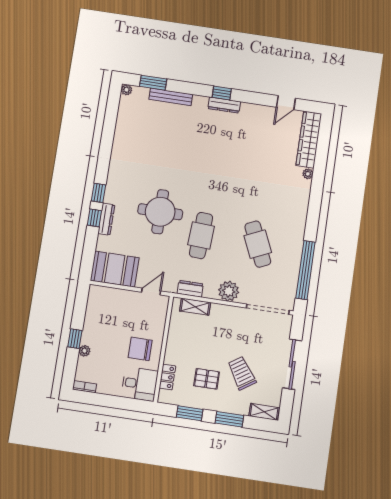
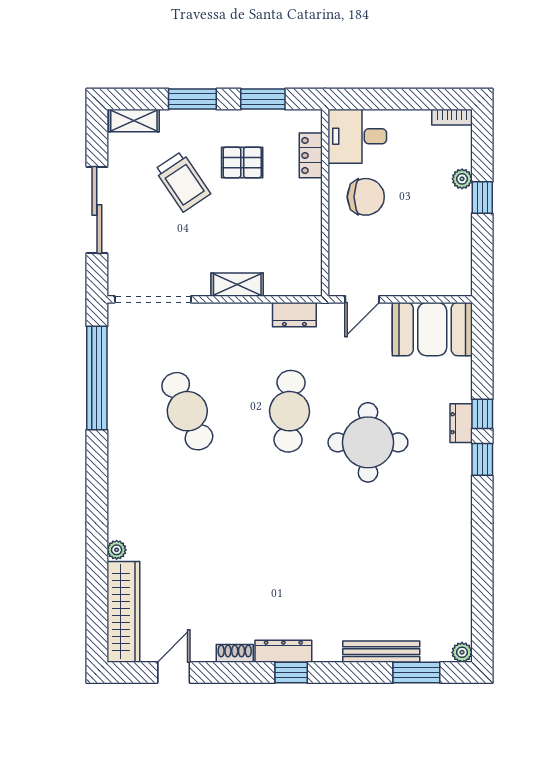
shoe rack: (251, 108) -> (235, 653), added
dresser: (106, 219) -> (461, 423), width x0.70
plant: (229, 291) -> (226, 321), removed
shelving: (195, 307) -> (237, 285), moved

